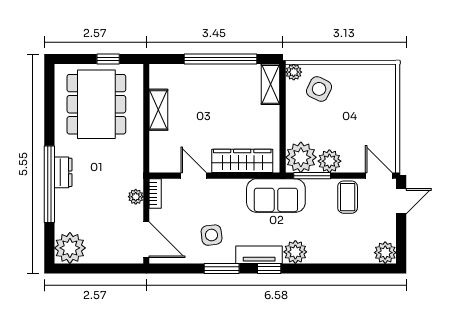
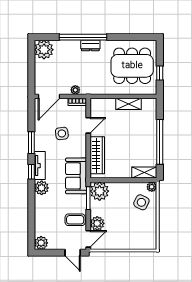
plant: (329, 161) -> (97, 223), moved
side table: (212, 235) -> (62, 133), moved

